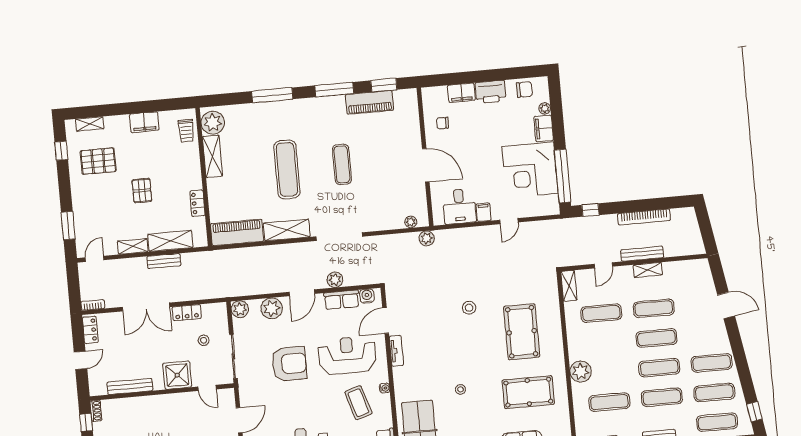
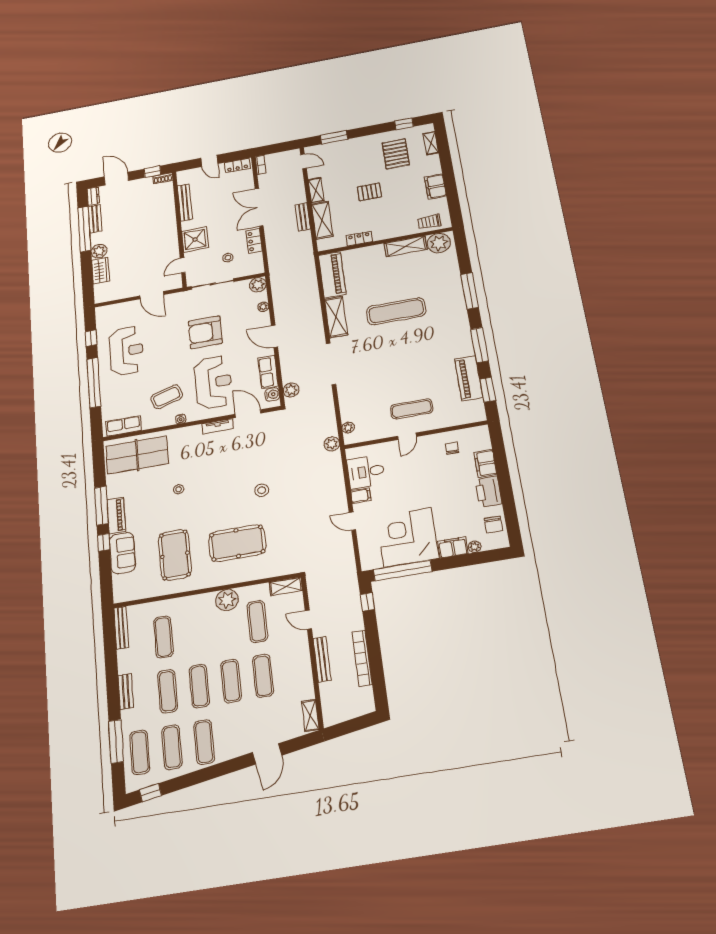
exercise mat: (342, 164) -> (412, 409), moved
door: (426, 165) -> (407, 436), width x0.53
shelving: (648, 270) -> (310, 715), moved
plant: (335, 280) -> (291, 390), moved
plant: (272, 308) -> (263, 307), width x0.53, depth x0.53
armchair: (289, 364) -> (205, 332), turned 90
plant: (581, 372) -> (227, 600), moved

